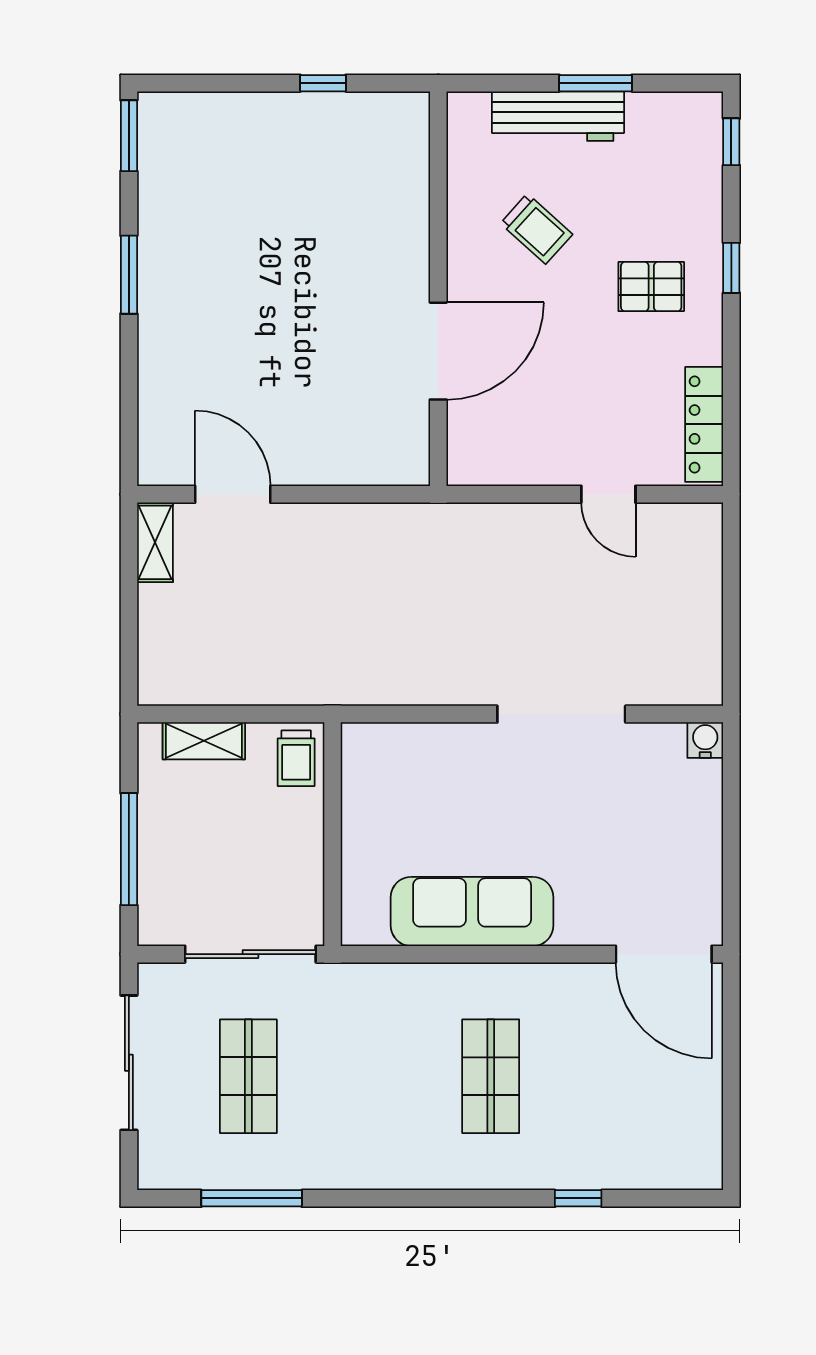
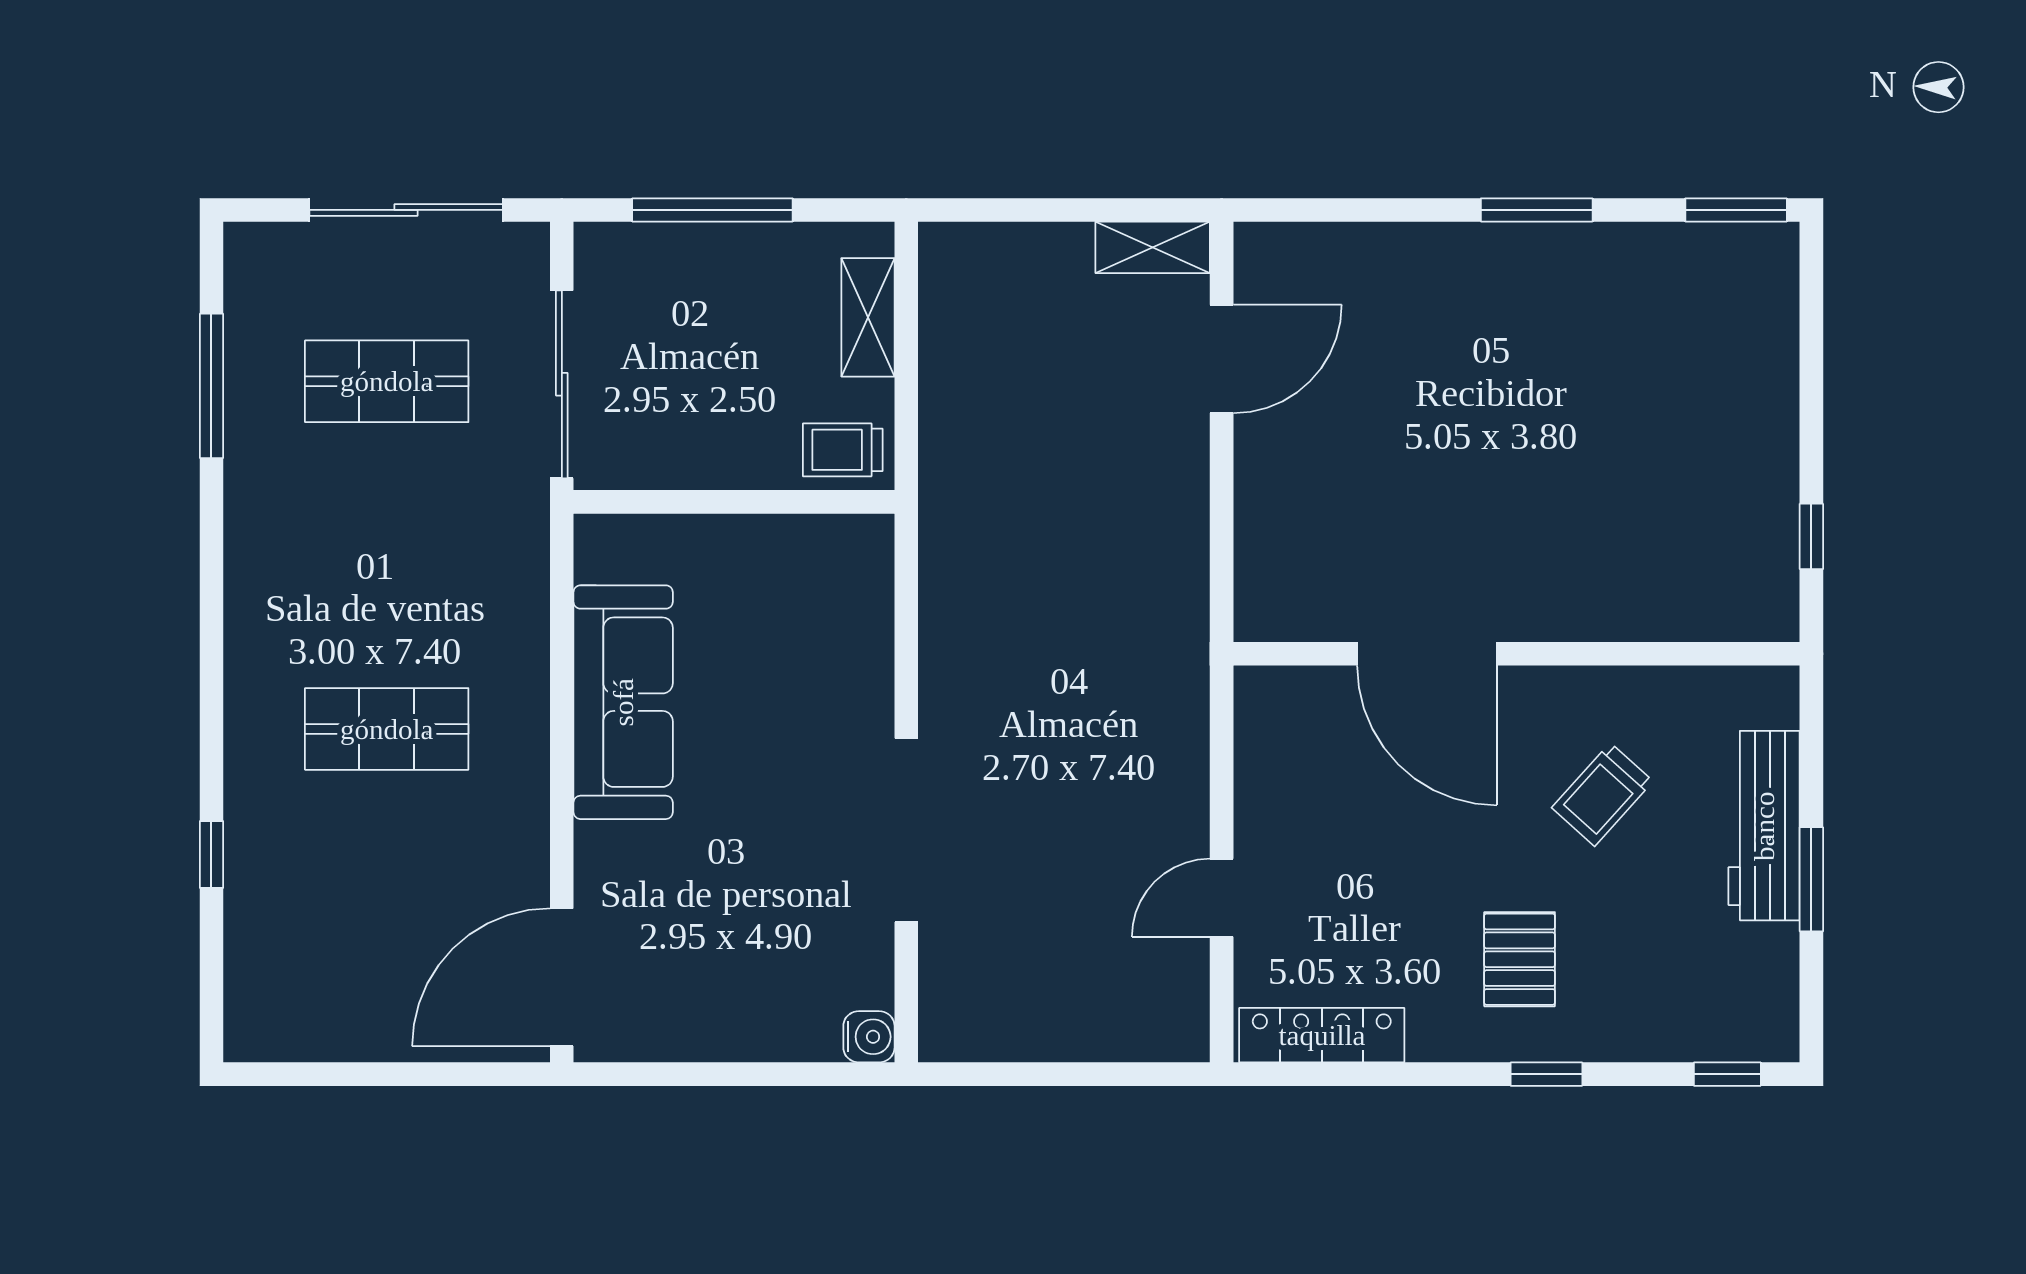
window: (323, 83) -> (1811, 536), moved

